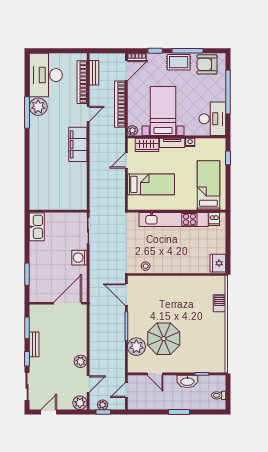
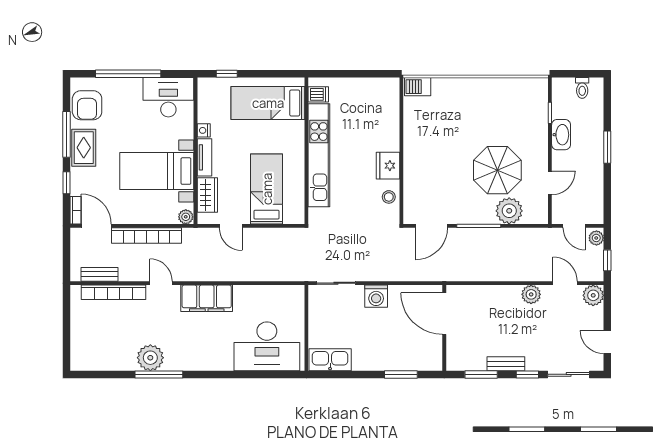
desk: (46, 75) -> (267, 346), moved
fridge: (218, 263) -> (388, 166), moved, turned 90
barbecue: (219, 303) -> (418, 87), moved
plant: (103, 405) -> (596, 238), moved

